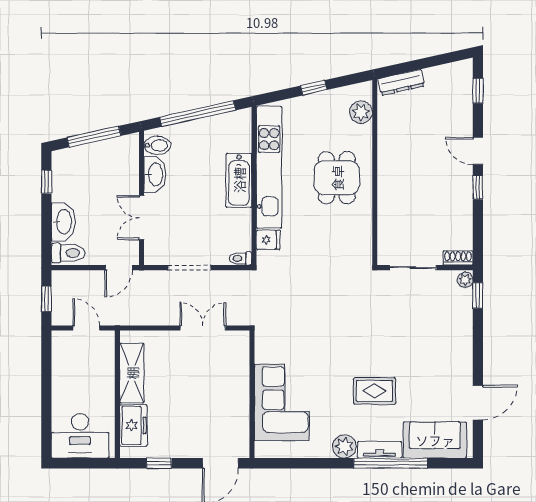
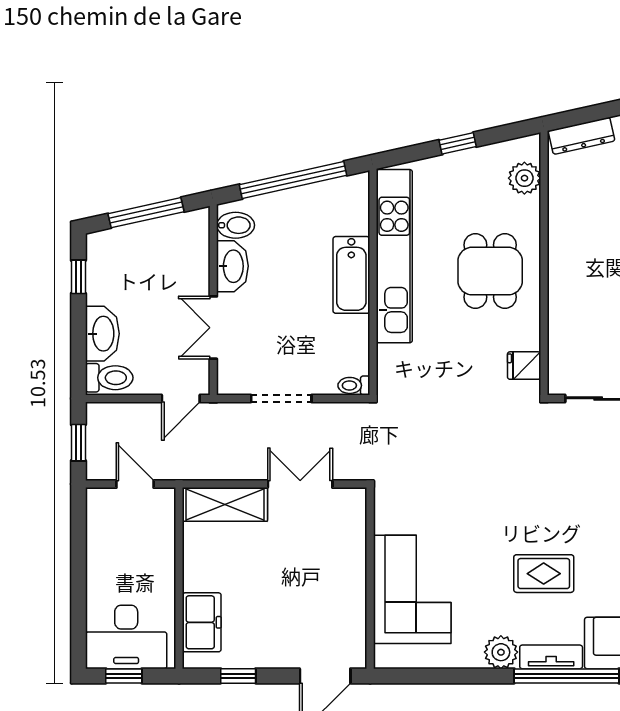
fridge: (268, 240) -> (524, 366), moved, turned 180
shelving: (132, 373) -> (225, 504), moved, turned 90
window: (78, 463) -> (124, 676), added

